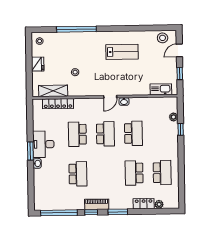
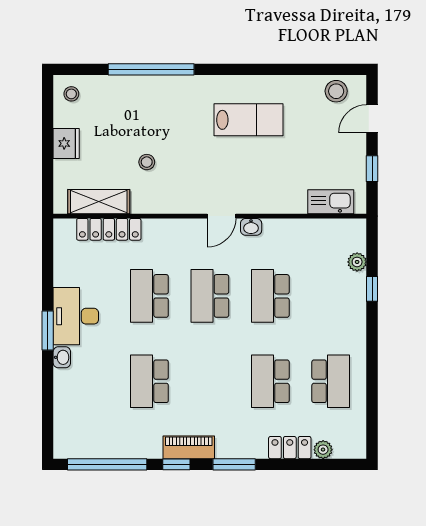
school desk: (133, 133) -> (270, 296), turned 180
school desk: (105, 134) -> (210, 296), turned 180
school desk: (78, 174) -> (149, 381), turned 180

